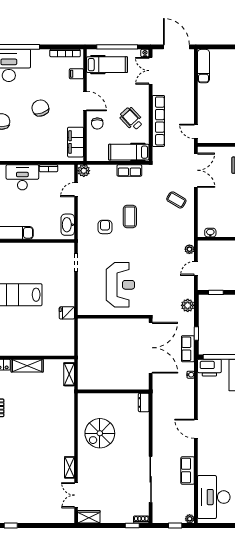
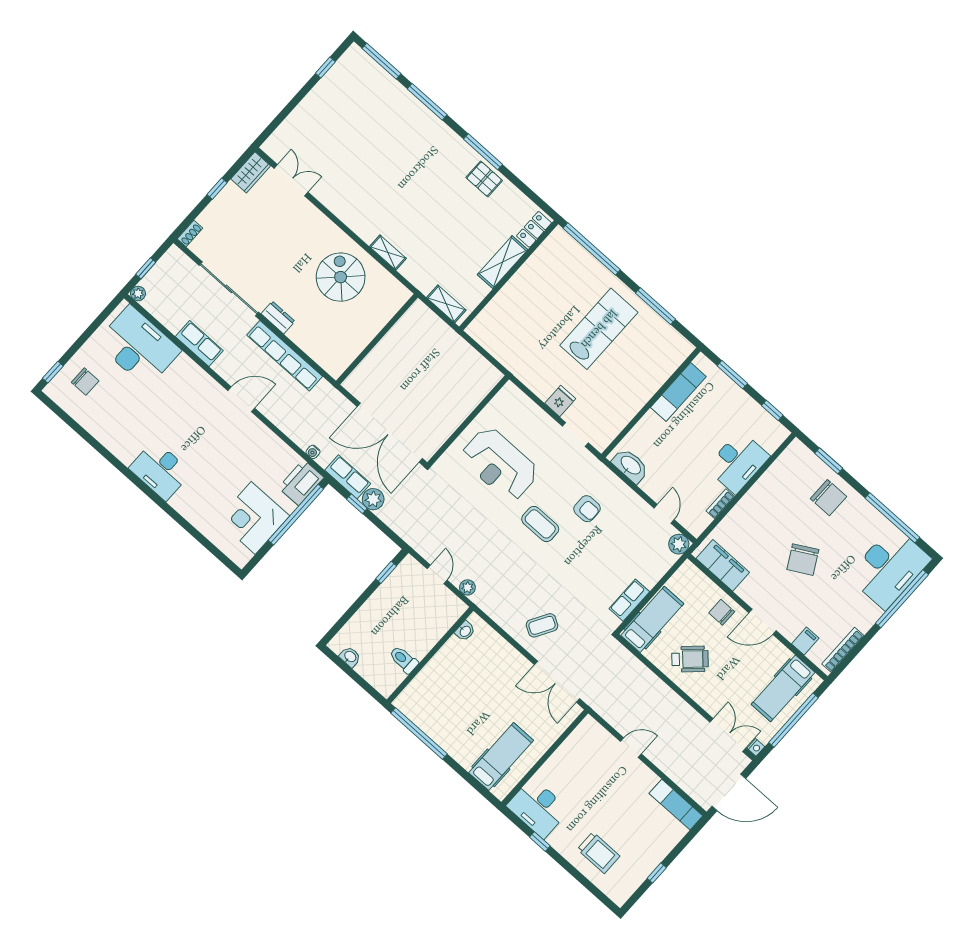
chair: (40, 108) -> (803, 560), turned 81
row of seats: (158, 121) -> (285, 356), moved
door: (196, 131) -> (631, 748), moved
coffee table: (130, 217) -> (540, 524), moved
plant: (188, 305) -> (373, 499), moved
fridge: (67, 313) -> (560, 401), moved
dresser: (144, 402) -> (278, 317), moved
shelving: (69, 467) -> (388, 252), moved
window: (132, 525) -> (217, 189), moved

